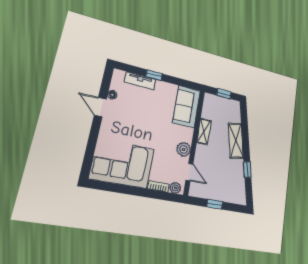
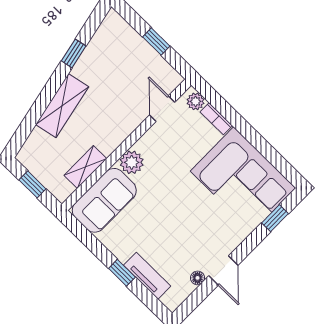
shelving: (204, 132) -> (85, 167), moved
plant: (184, 149) -> (132, 162), moved
window: (89, 154) -> (275, 218), added

